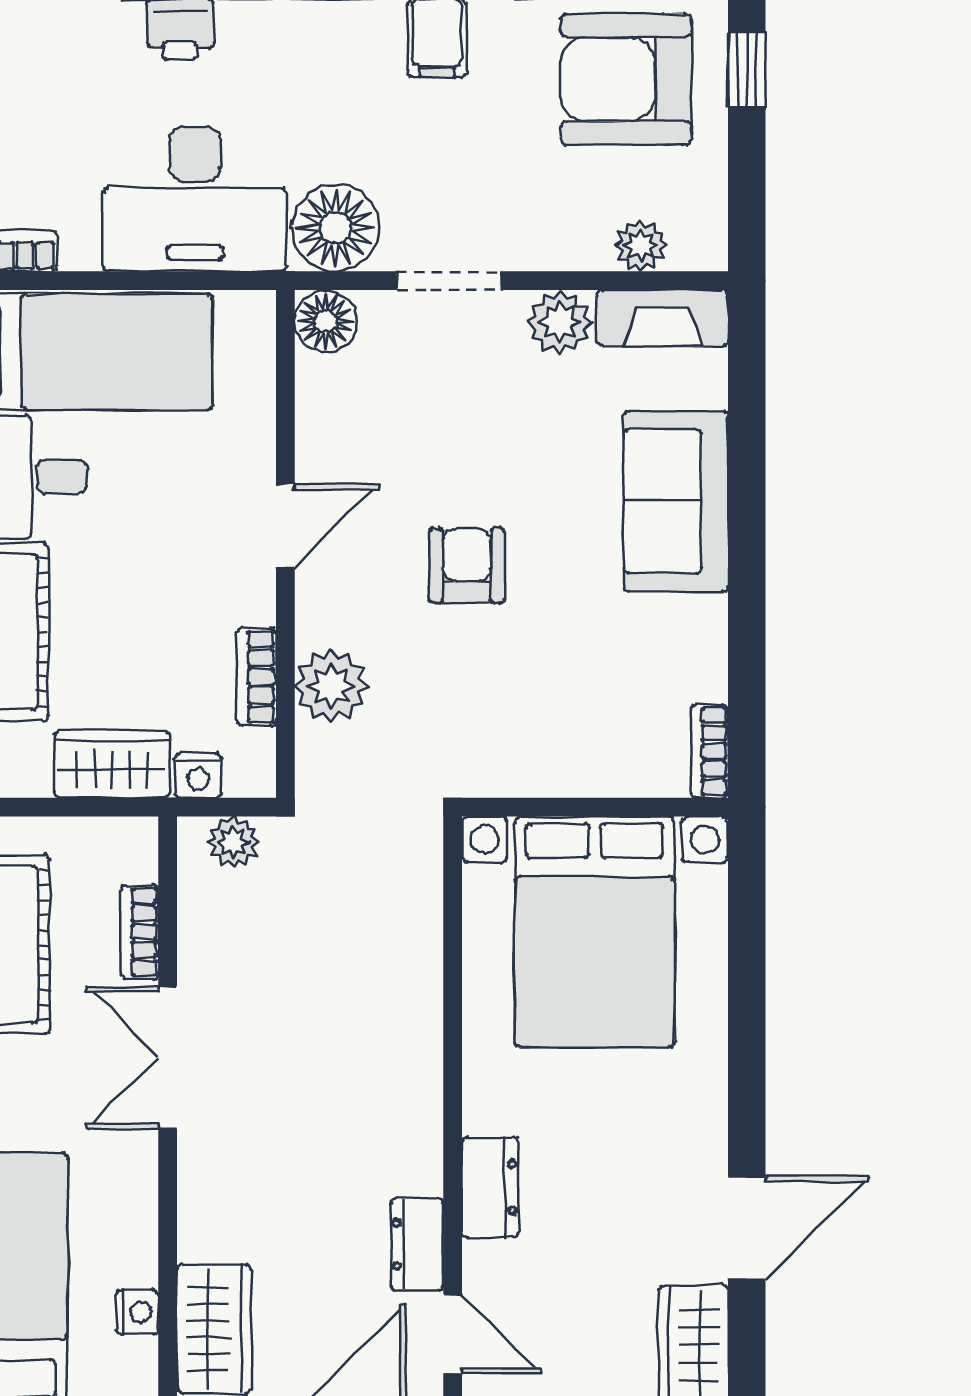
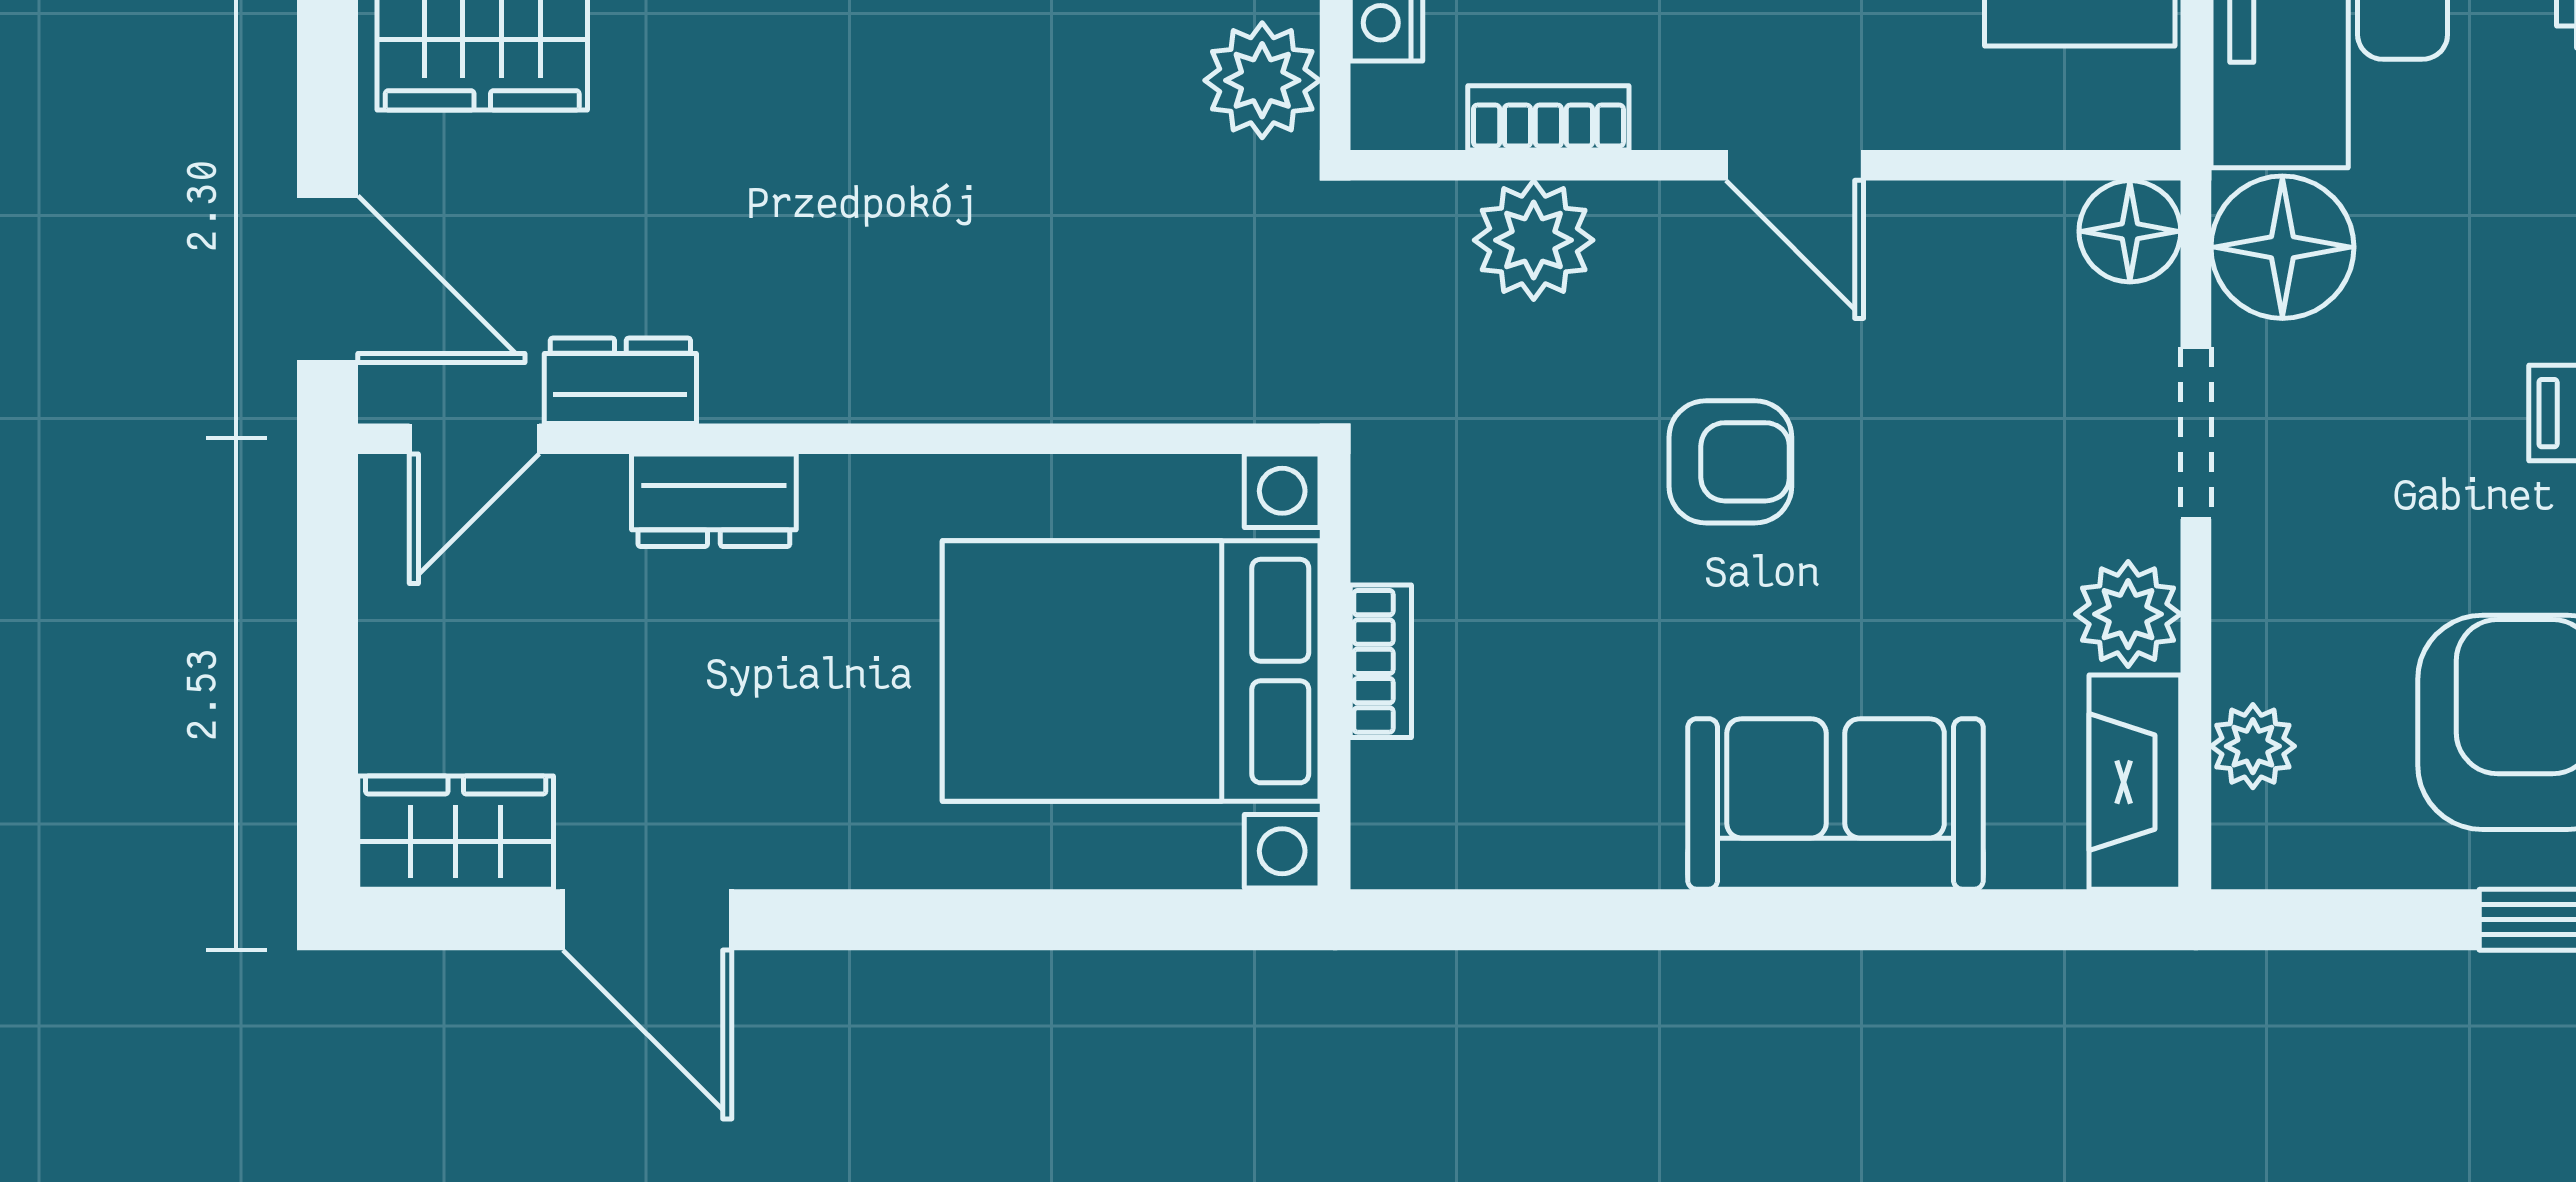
bookcase: (710, 751) -> (1381, 661), moved, turned 90
plant: (233, 842) -> (1262, 80), width x1.38, depth x1.38

